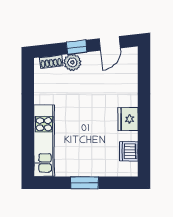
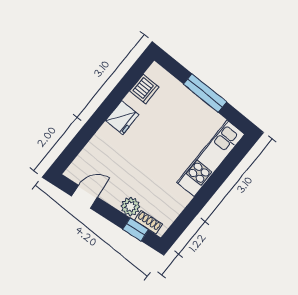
window: (77, 47) -> (136, 229), moved
window: (85, 183) -> (205, 93), width x1.44

